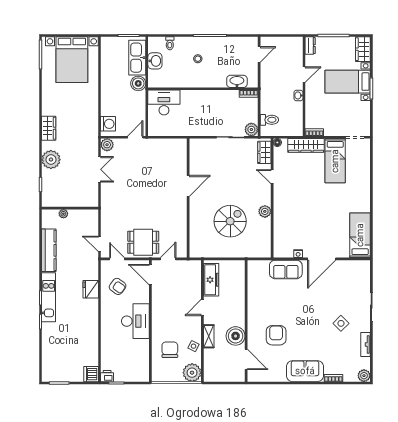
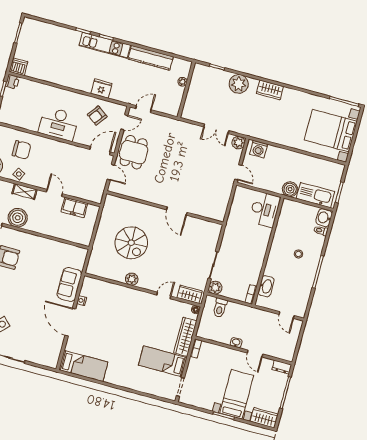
washbasin: (155, 61) -> (324, 218), moved, turned 90
freezer: (211, 280) -> (74, 207), width x0.71

